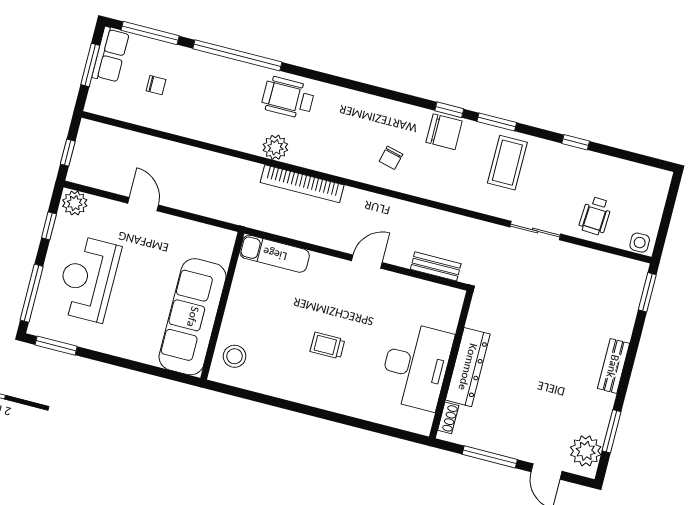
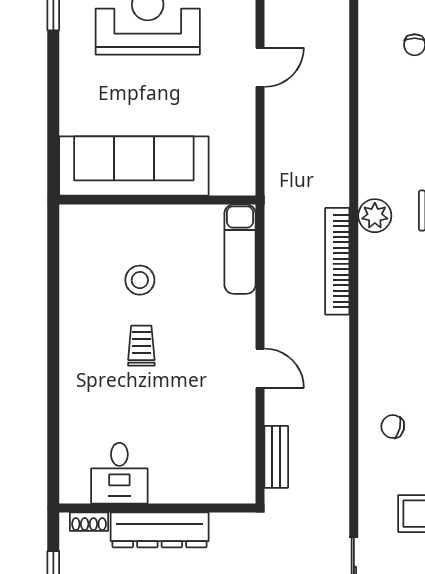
chair: (391, 158) -> (393, 427), moved
stool: (235, 356) -> (140, 280), moved
desk: (416, 366) -> (119, 473), width x0.53, depth x0.77

